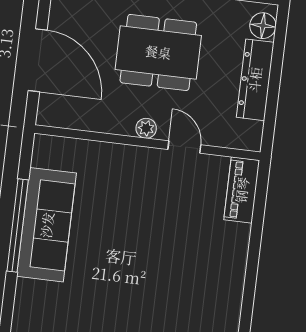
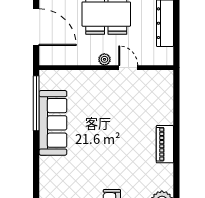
piano: (242, 190) -> (165, 144), moved
window: (18, 226) -> (36, 103), moved

